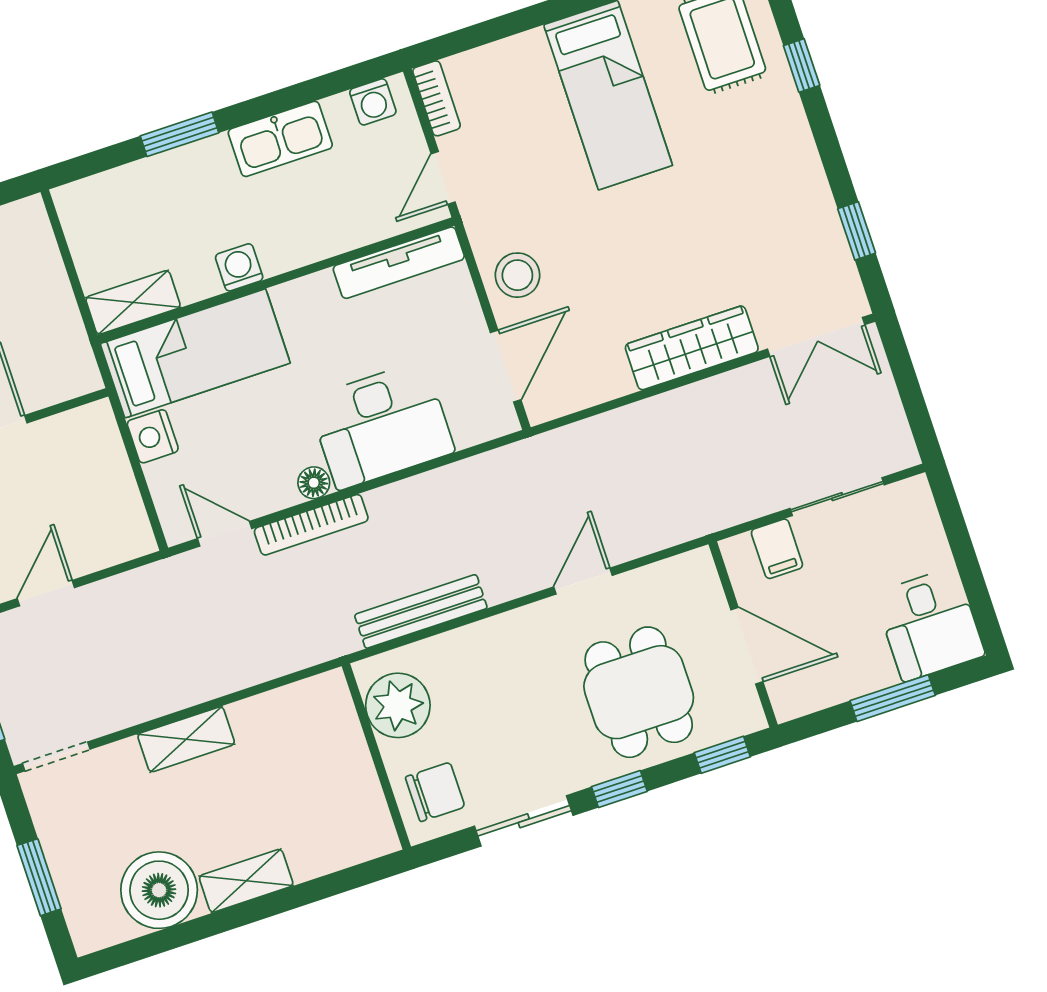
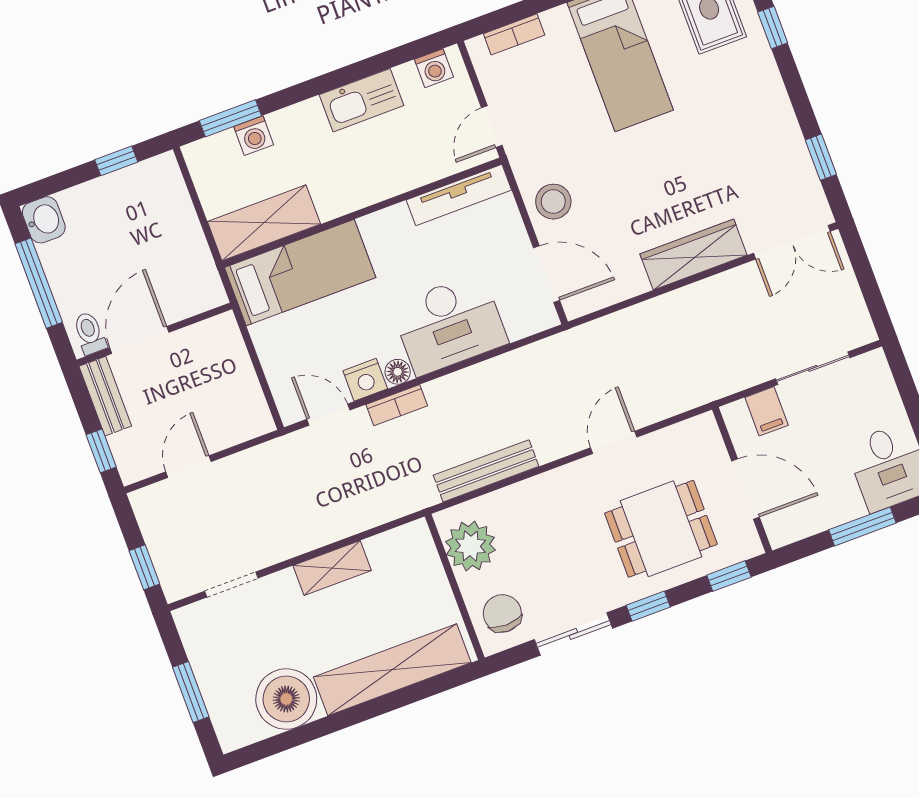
bookcase: (436, 98) -> (514, 34), moved, turned 90
window: (179, 134) -> (230, 118), moved
washing machine: (239, 267) -> (254, 136), moved, turned 180
shelving: (133, 302) -> (264, 223), width x1.50, depth x1.33
door: (506, 366) -> (547, 274), hinge flipped
nightstand: (153, 436) -> (365, 380), moved, turned -90
bookcase: (311, 525) -> (397, 405), width x0.64
dining table: (639, 692) -> (661, 529), turned 90
shelving: (186, 739) -> (332, 568), moved
doorway: (56, 756) -> (231, 585), moved
chair: (435, 792) -> (502, 613), turned -90
shelving: (246, 881) -> (392, 670), width x2.20, depth x1.33

